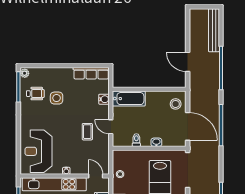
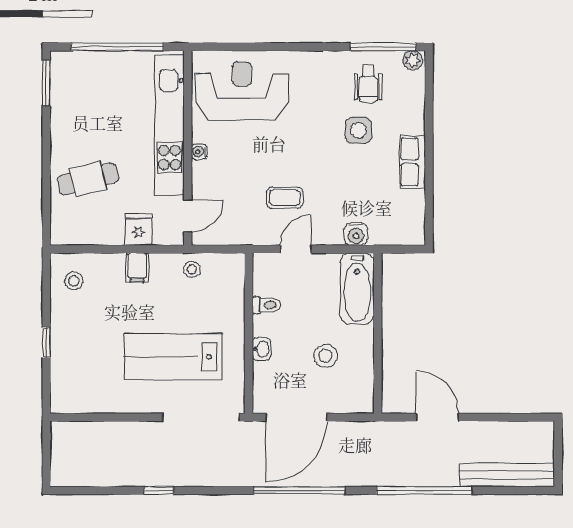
door: (188, 62) -> (438, 417), hinge flipped
row of seats: (91, 73) -> (413, 162), moved, width x0.68
stool: (176, 104) -> (325, 356), moved

